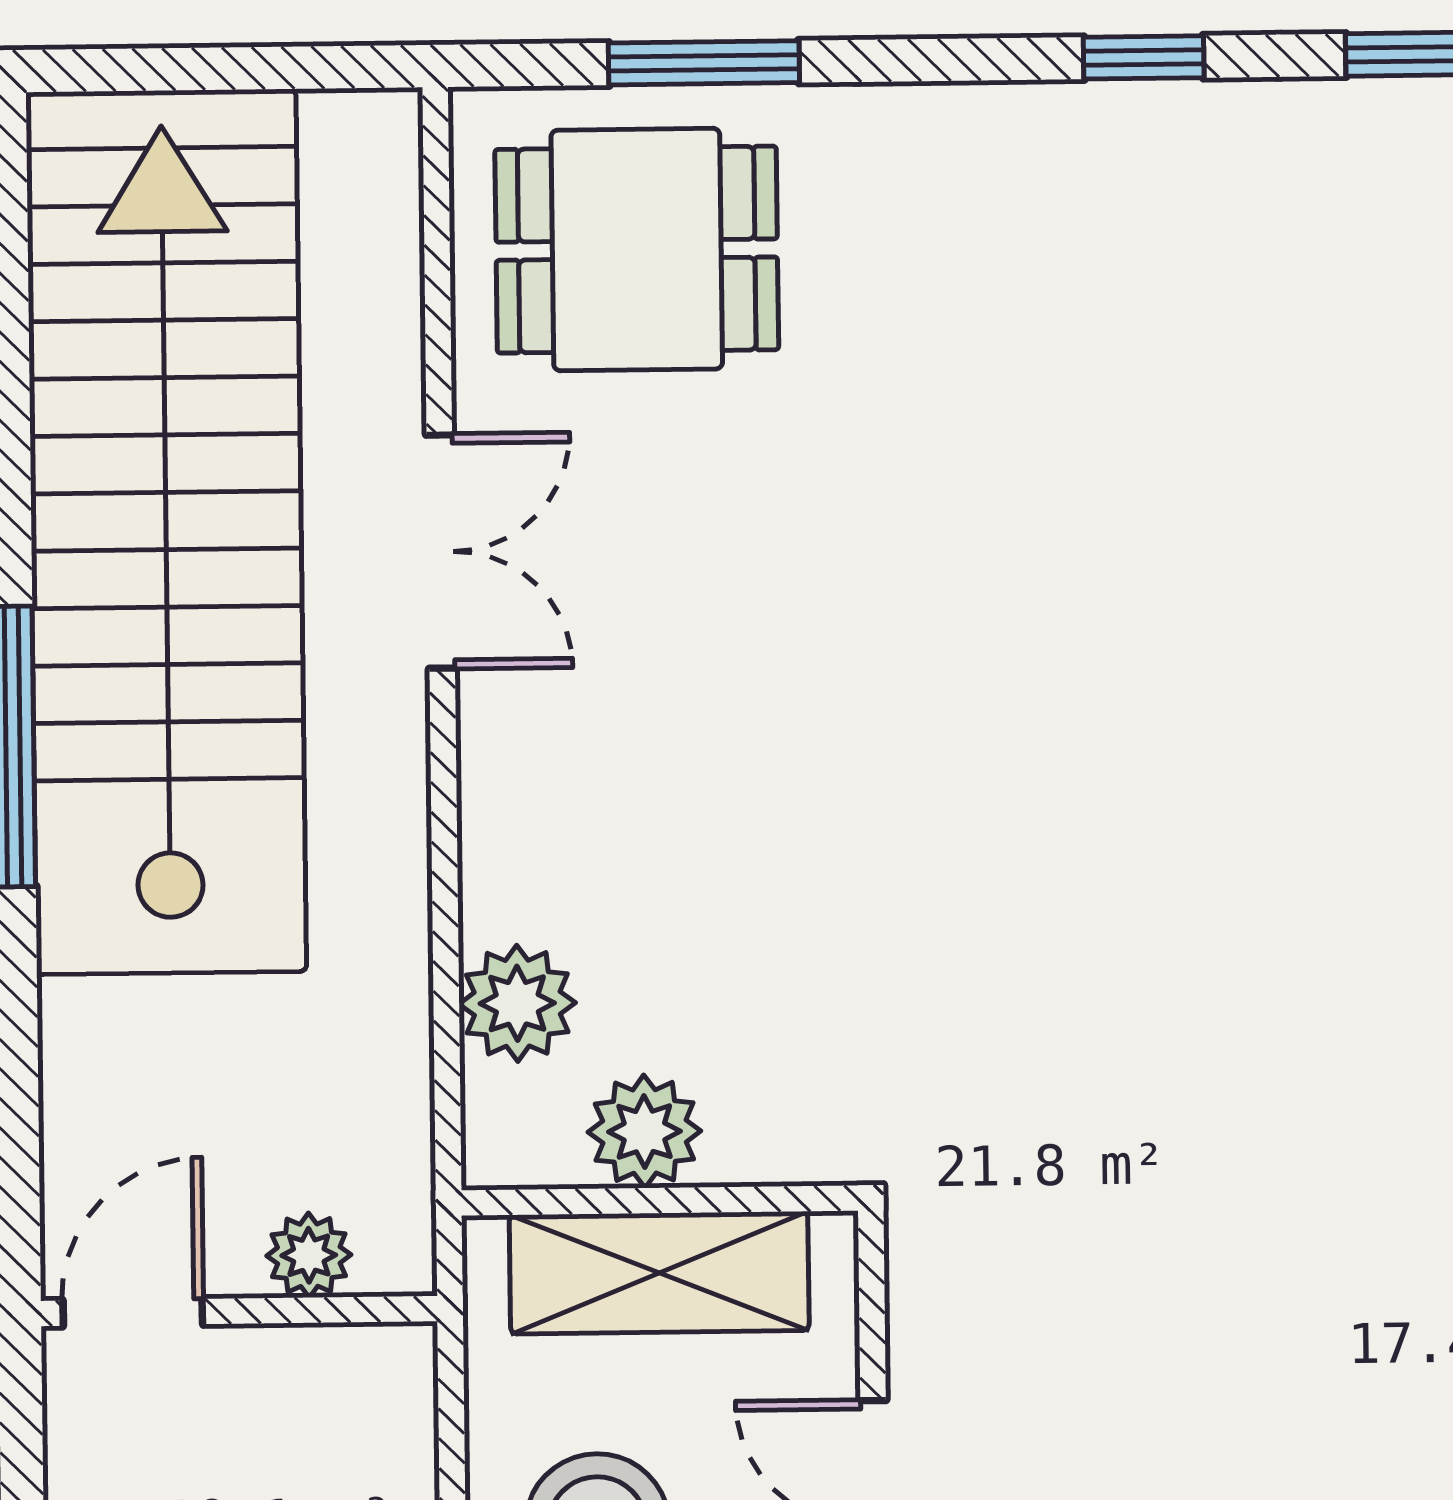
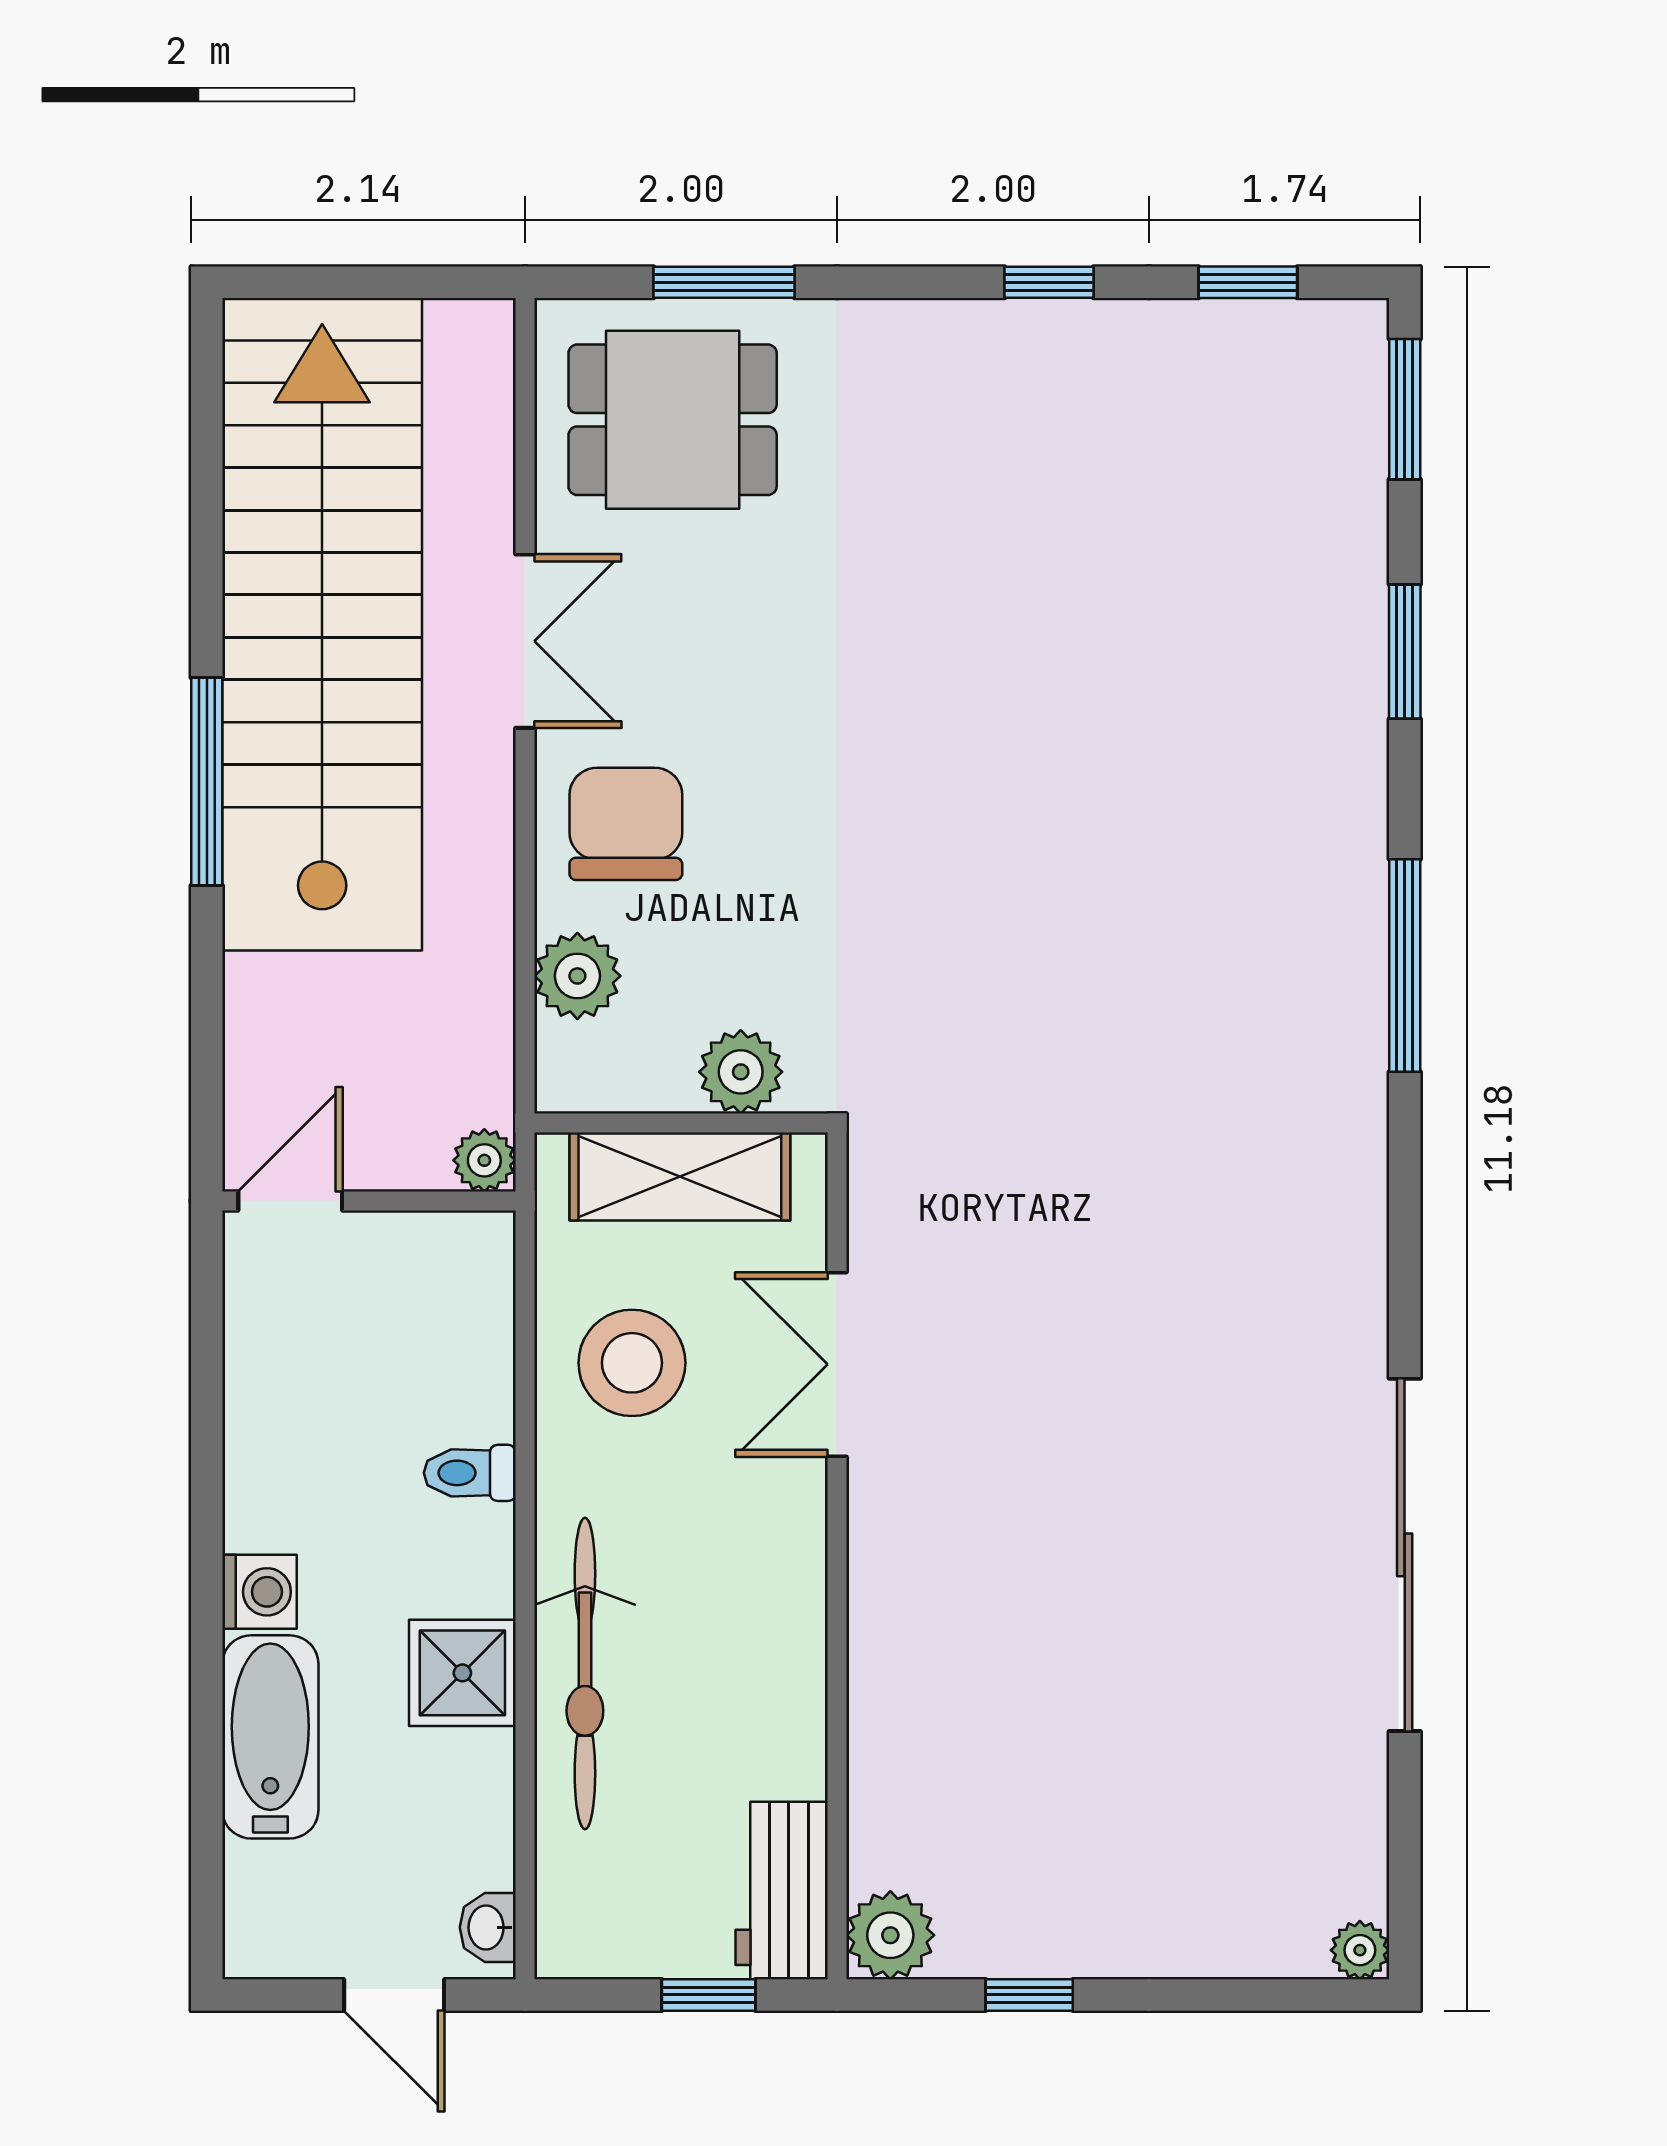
chair: (580, 797) -> (626, 824), added
plant: (644, 1131) -> (741, 1072), moved
plant: (309, 1255) -> (484, 1160), moved

